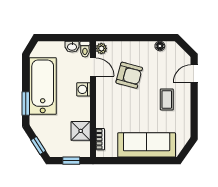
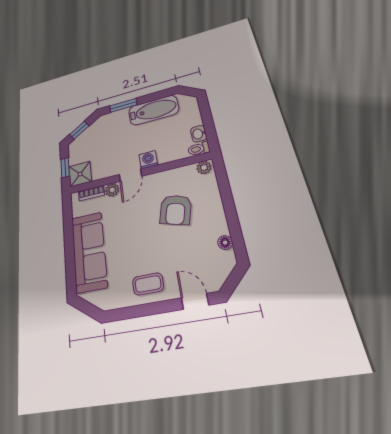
door: (93, 67) -> (130, 175), moved
bathtub: (43, 86) -> (153, 110), width x0.73, depth x0.73
coffee table: (167, 99) -> (148, 284), moved
plant: (102, 122) -> (112, 190), added
shower: (81, 131) -> (80, 174), moved

